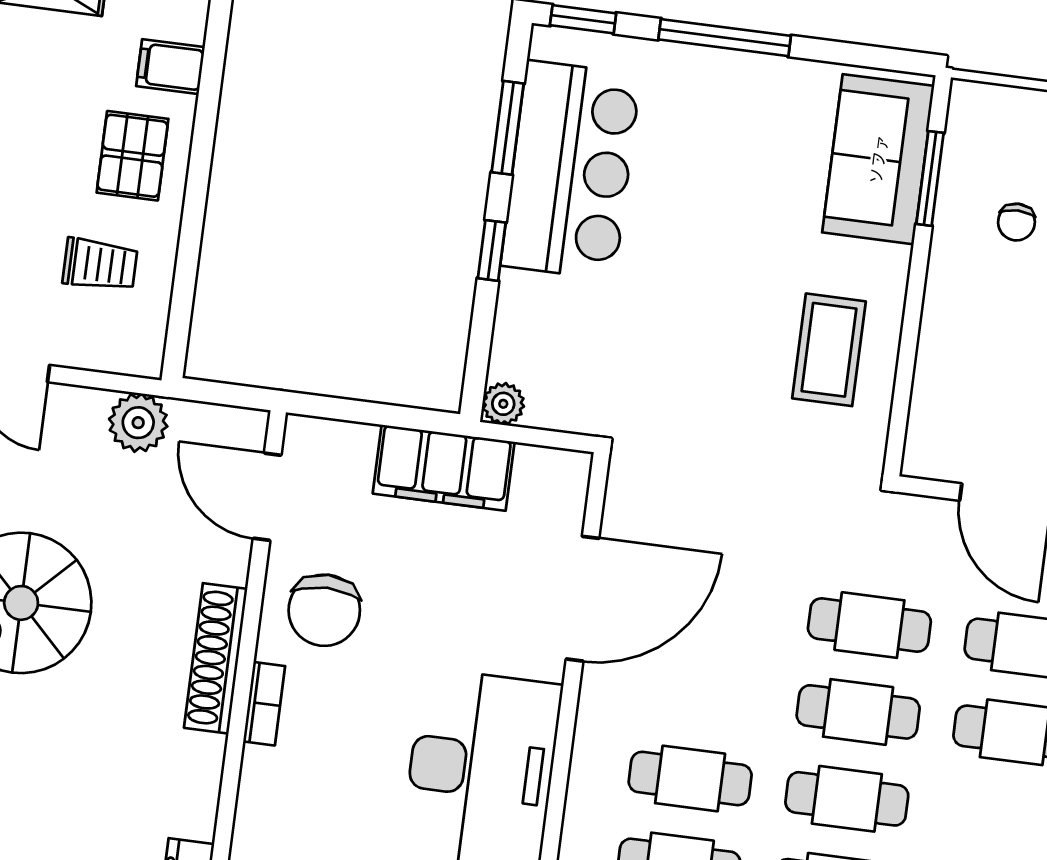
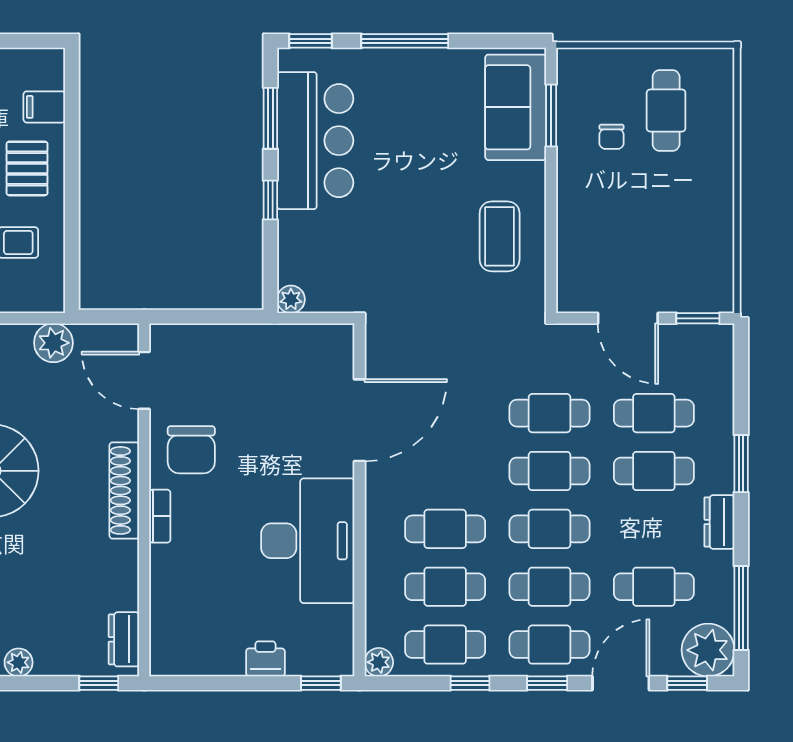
filing cabinet: (444, 468) -> (257, 346), removed

